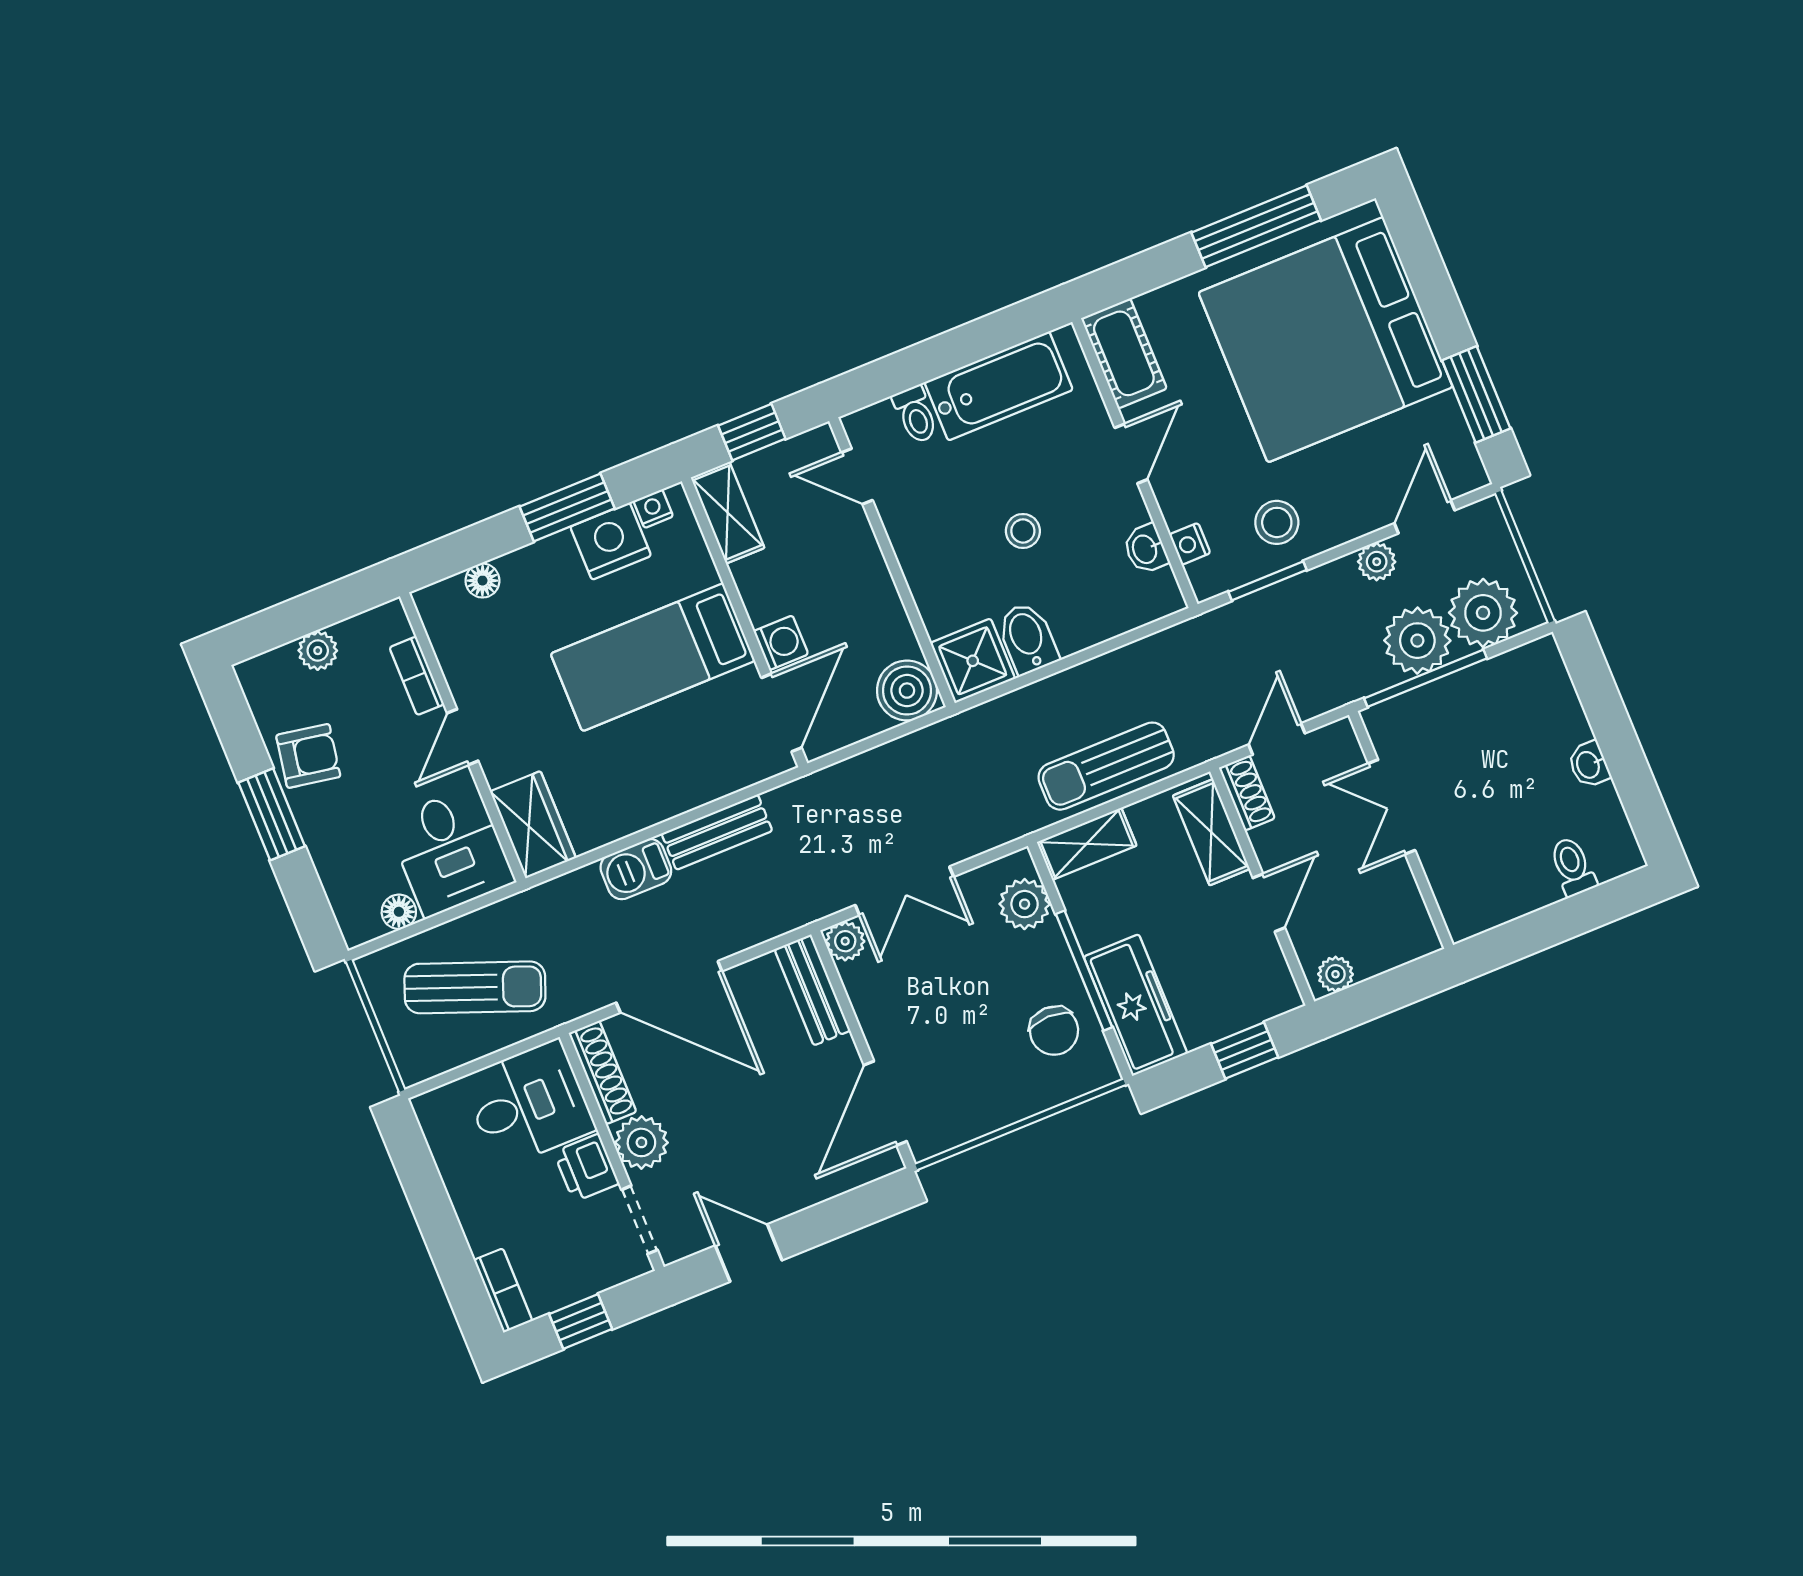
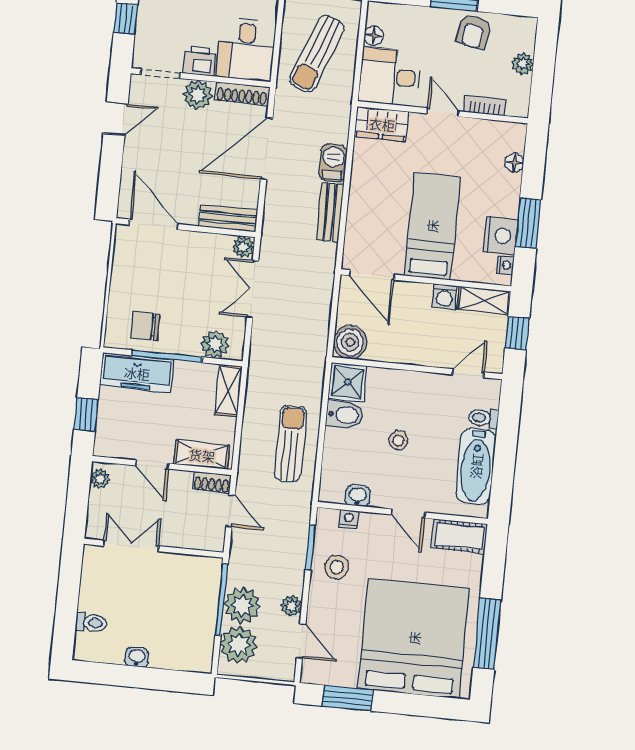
washing machine: (781, 643) -> (444, 297), moved
sun lounger: (1106, 766) -> (291, 443), moved
double door: (1392, 807) -> (131, 546), moved

